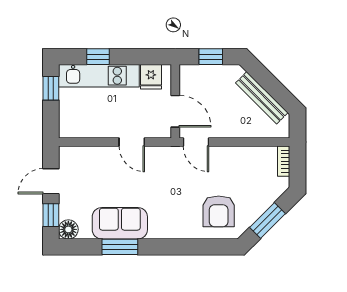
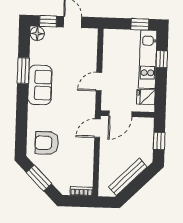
sofa: (120, 223) -> (40, 85), moved

